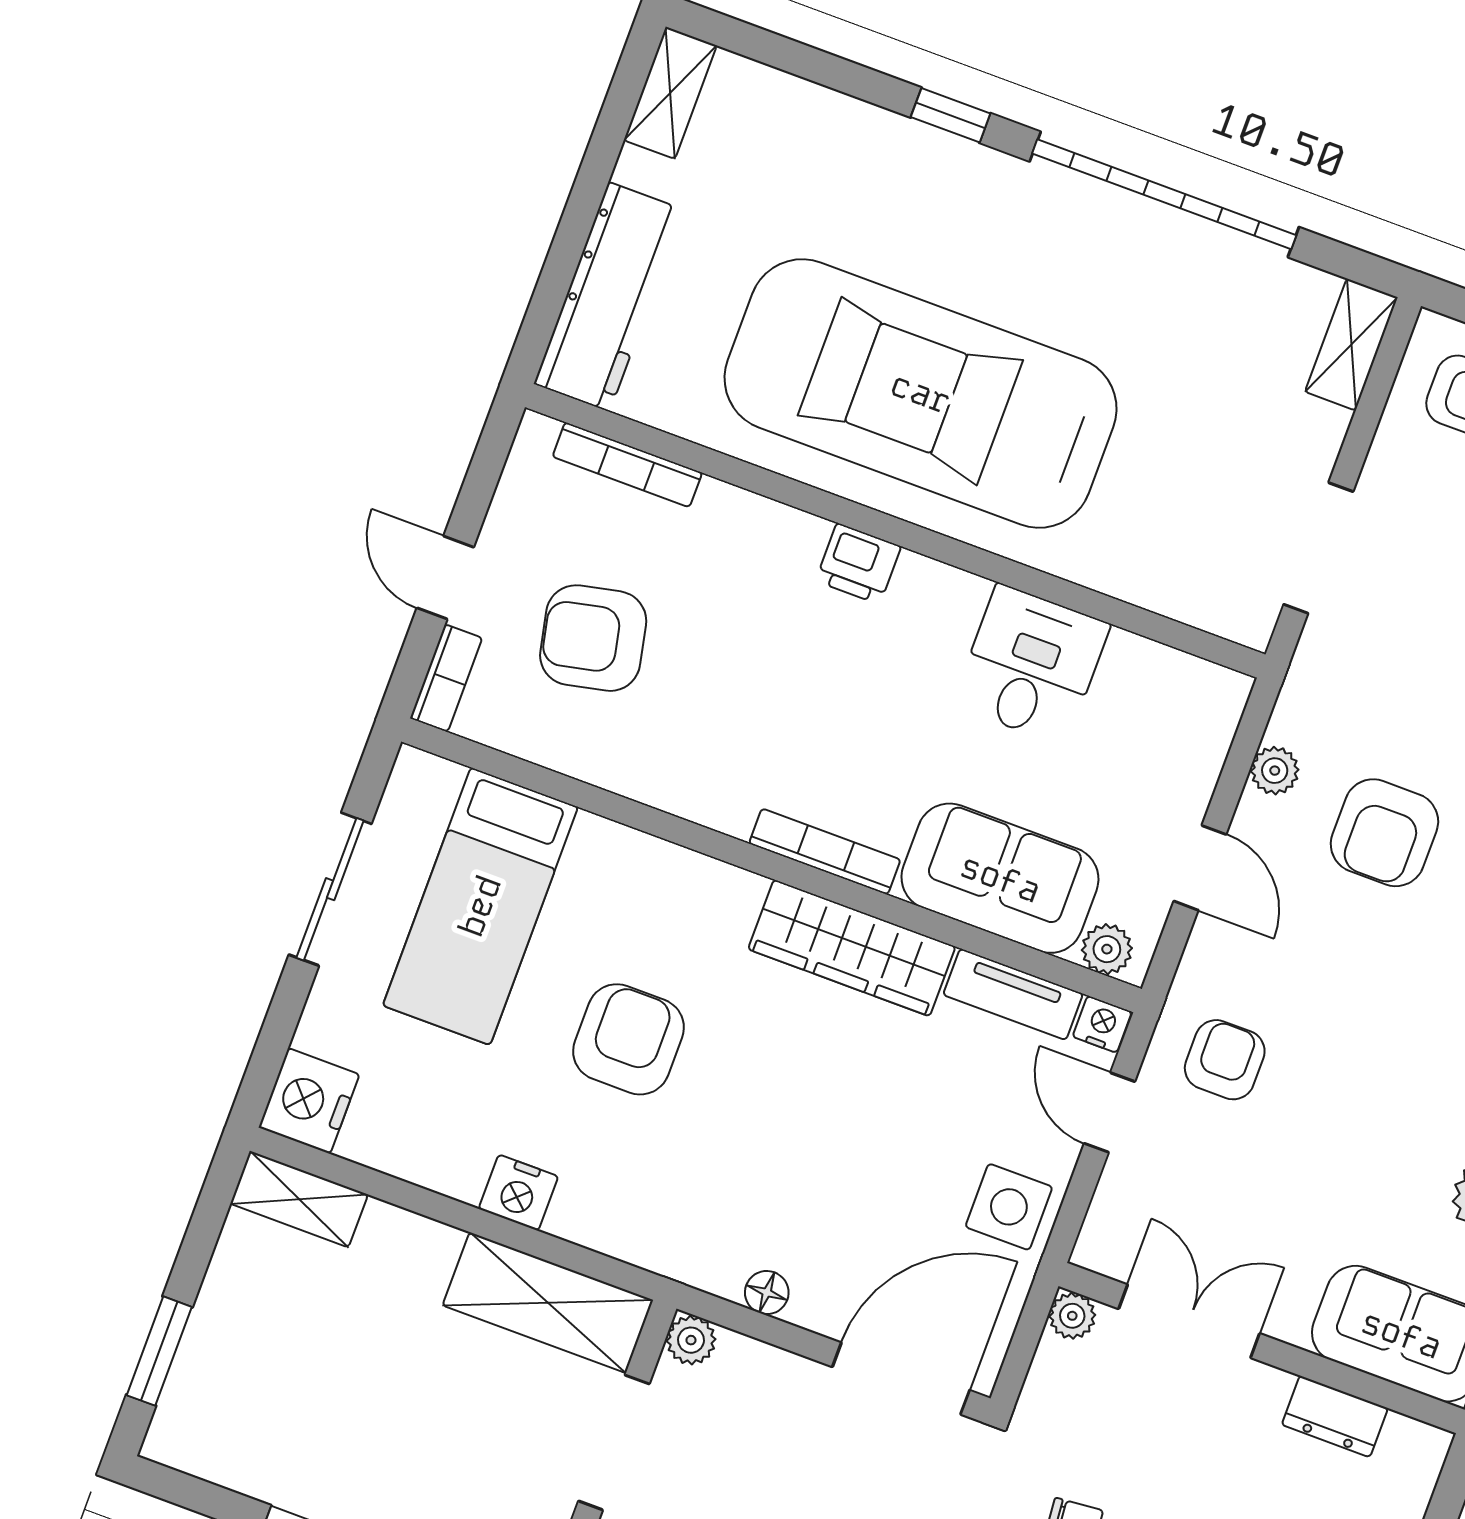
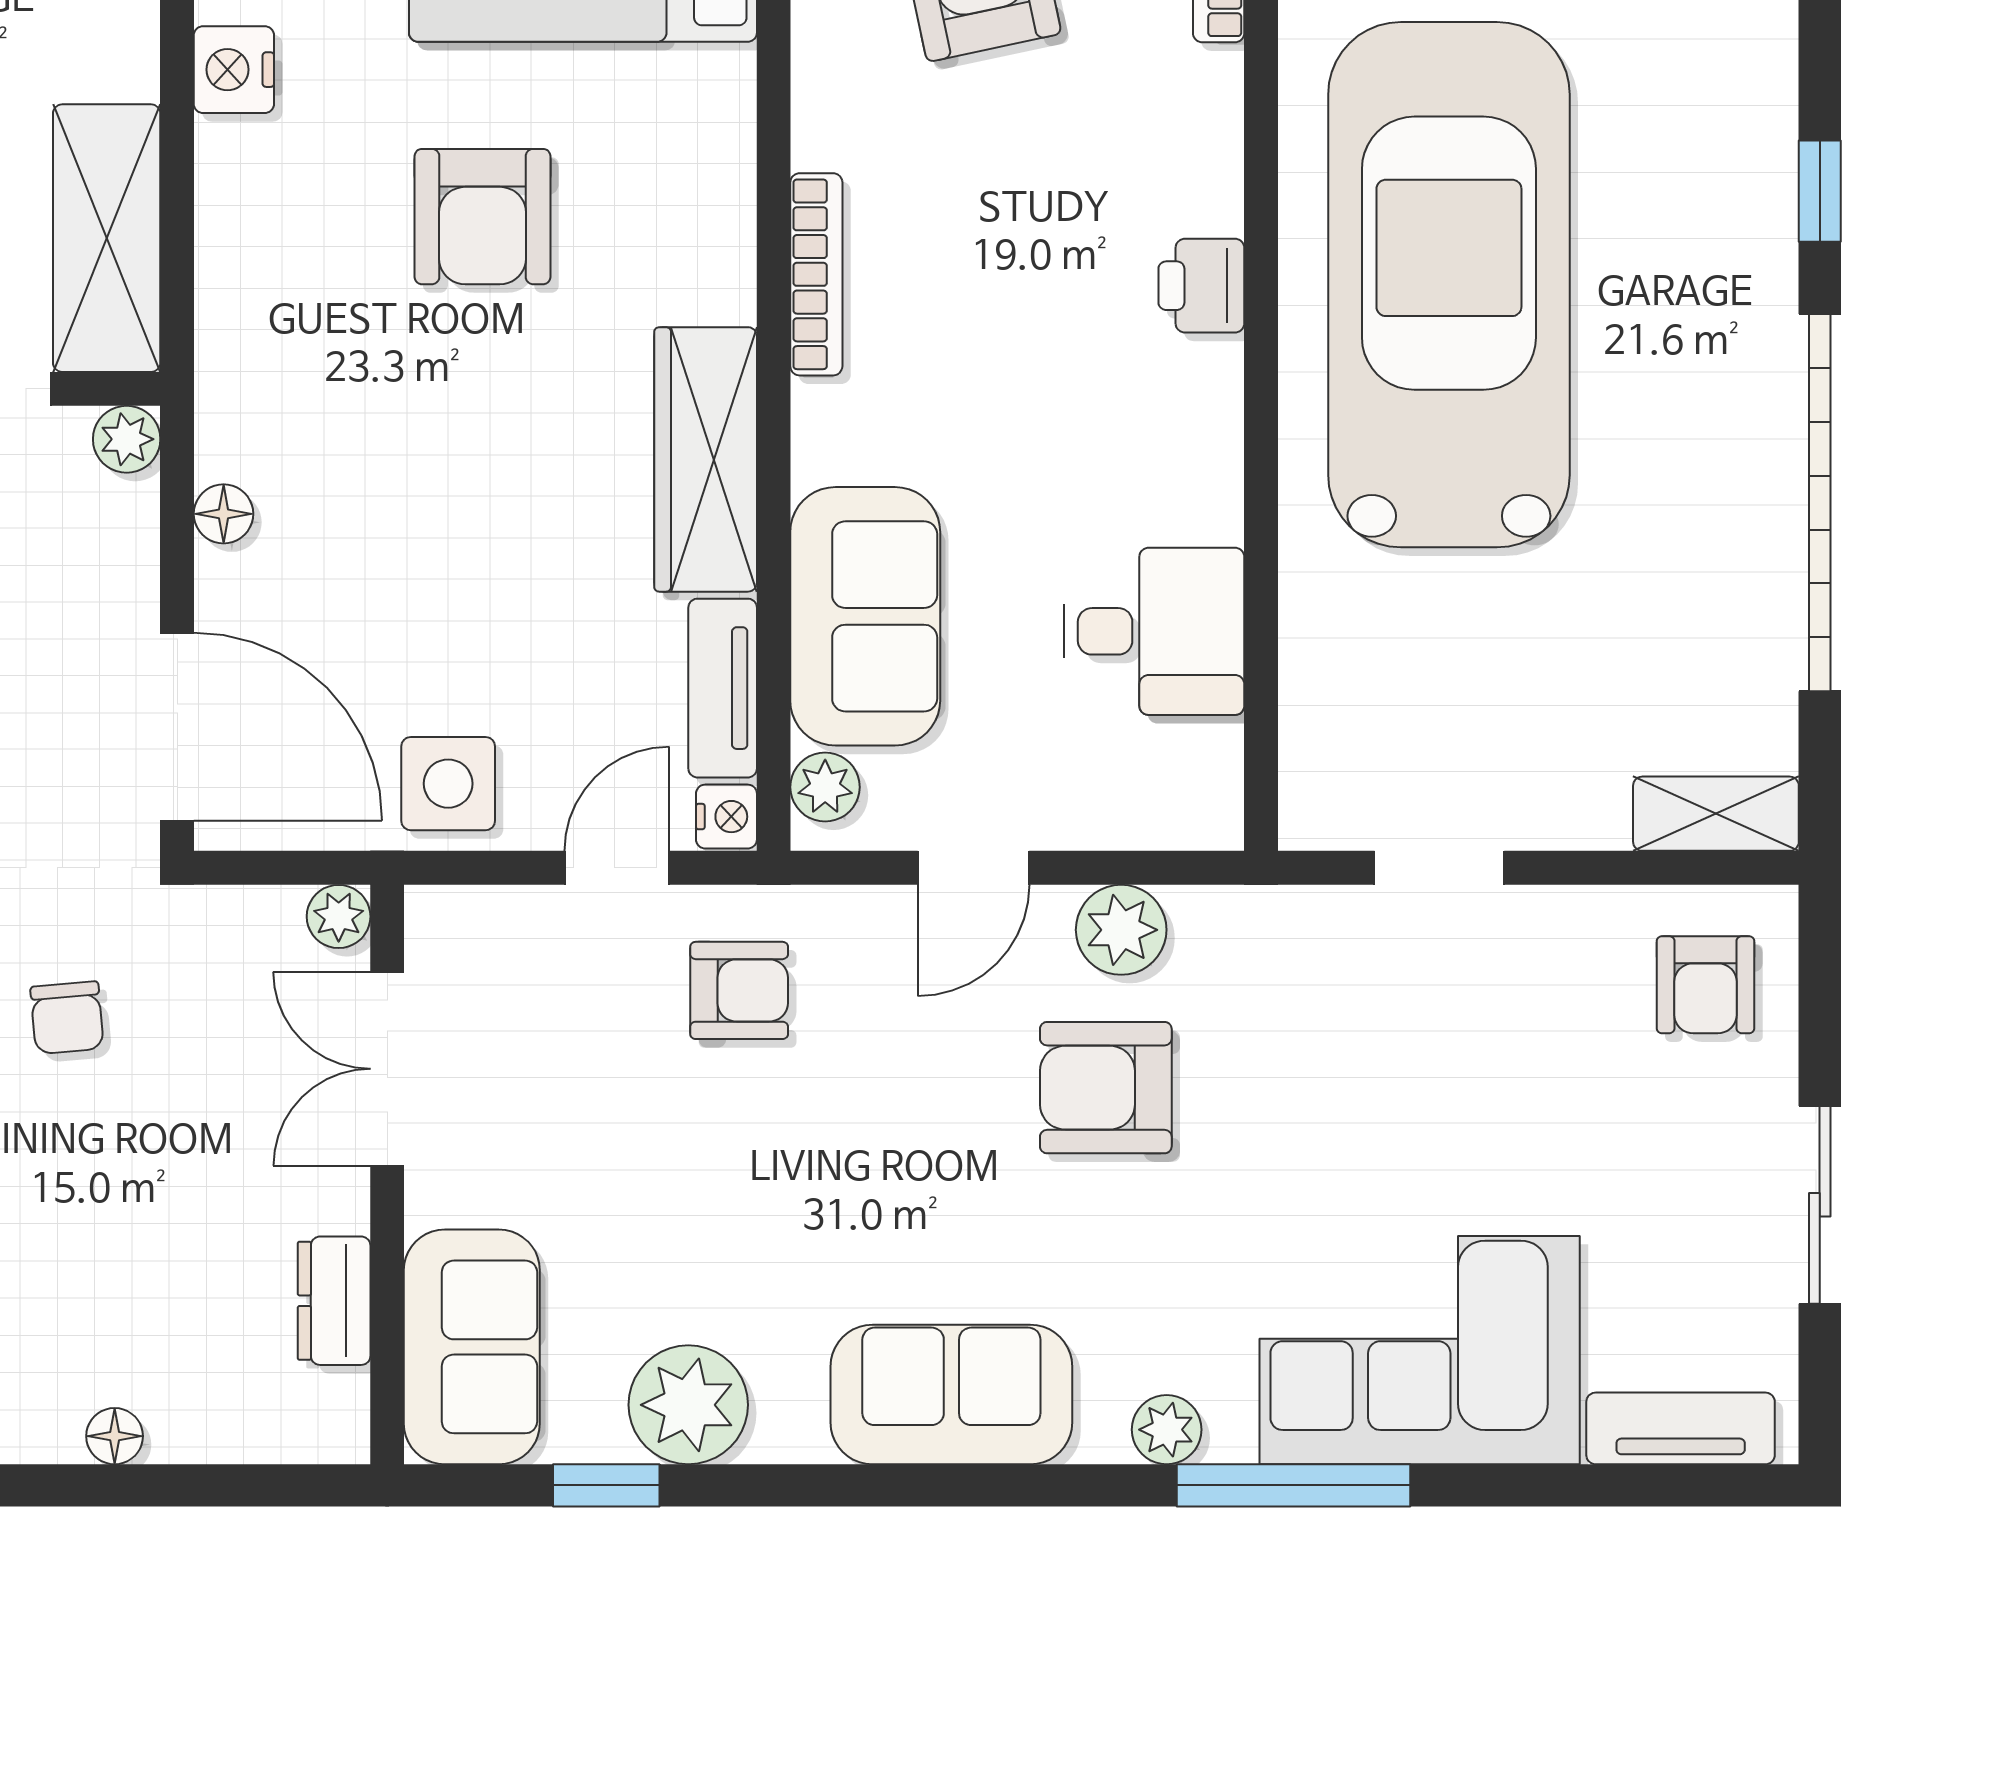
doorway: (1318, 548) -> (1439, 868), width x0.73
desk: (1031, 665) -> (1154, 631), moved
plant: (1275, 771) -> (1121, 930), width x1.38, depth x1.38
bookcase: (825, 852) -> (816, 274), moved
armchair: (629, 1039) -> (483, 217), turned 90
nightstand: (518, 1193) -> (234, 70), moved
double door: (1189, 1321) -> (387, 1069), swing flipped

